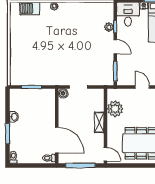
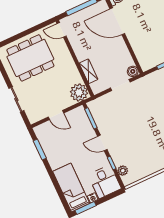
plant: (109, 27) -> (123, 171), moved
plant: (115, 109) -> (79, 93), moved
shelving: (99, 122) -> (88, 71), moved

